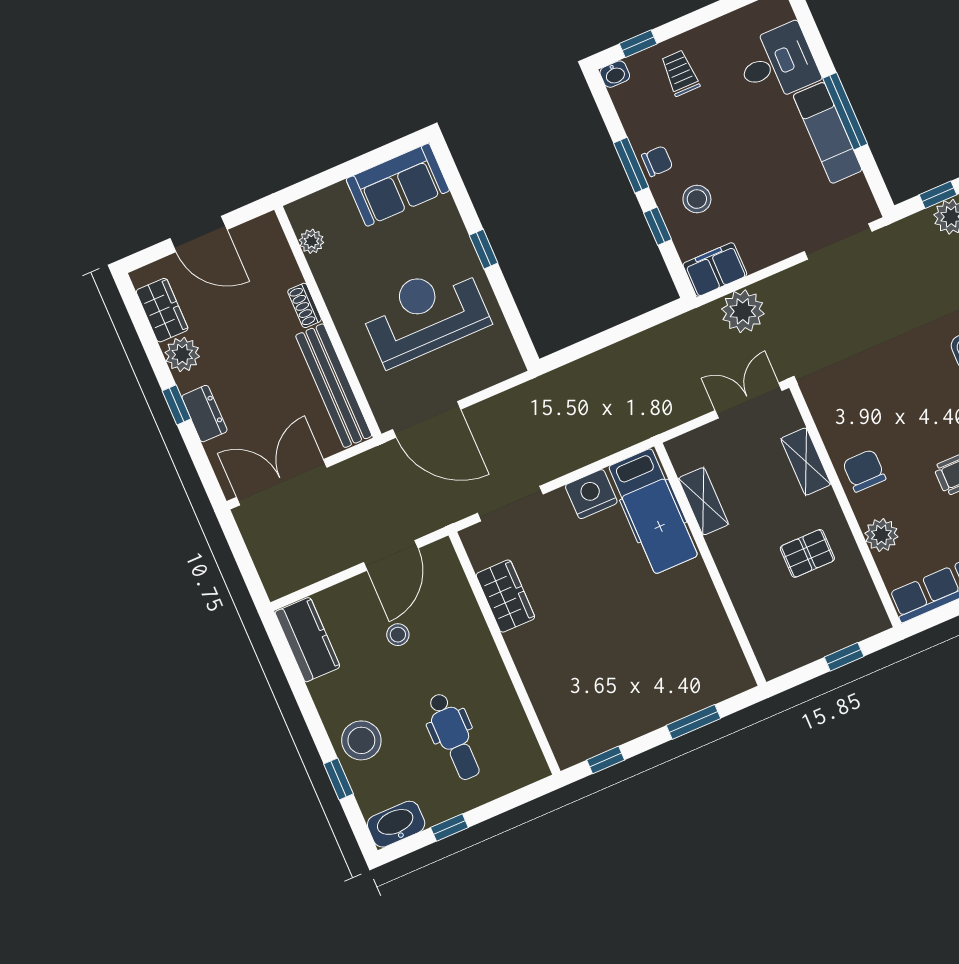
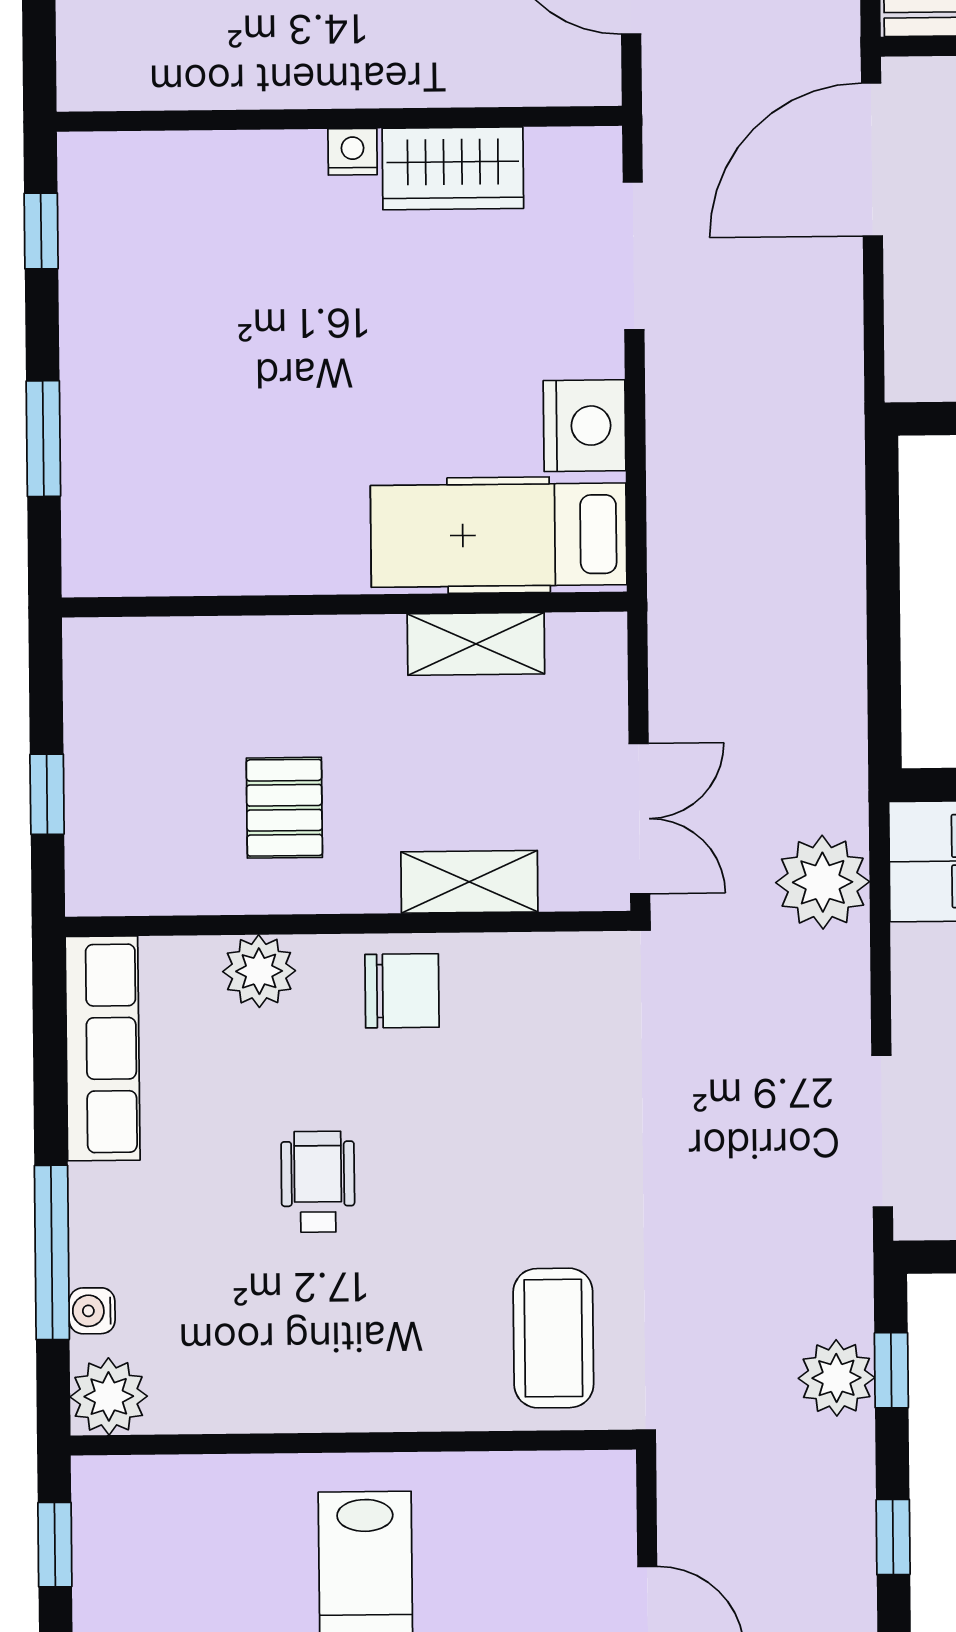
nightstand: (516, 642) -> (353, 152), added

